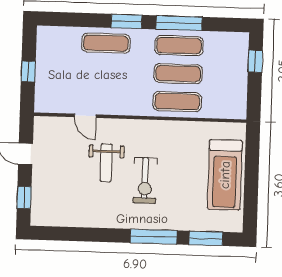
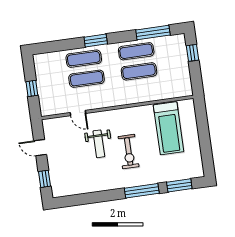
window: (179, 23) -> (153, 32), moved
exercise mat: (177, 102) -> (87, 79), moved
treadmill: (225, 175) -> (169, 128), moved

